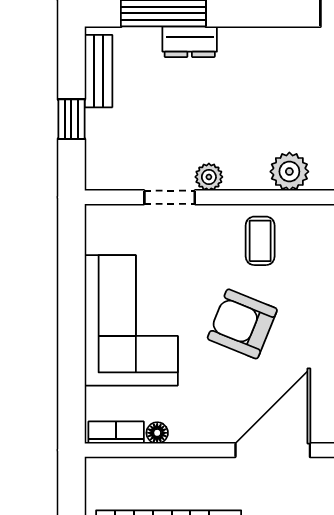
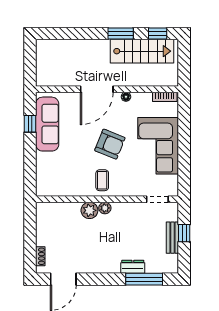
bench: (98, 71) -> (172, 238), moved
plant: (209, 177) -> (105, 208), moved
doorway: (170, 197) -> (157, 199), moved
floor lamp: (157, 433) -> (126, 97), moved

